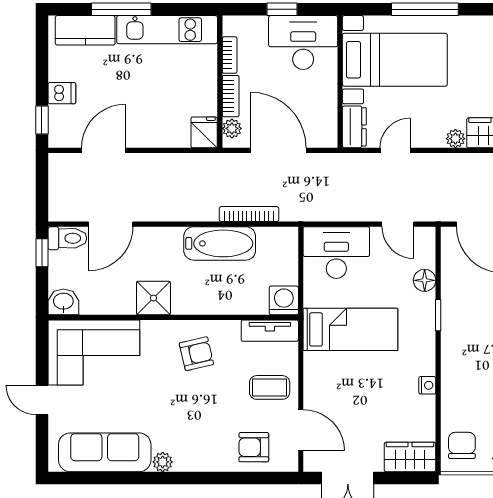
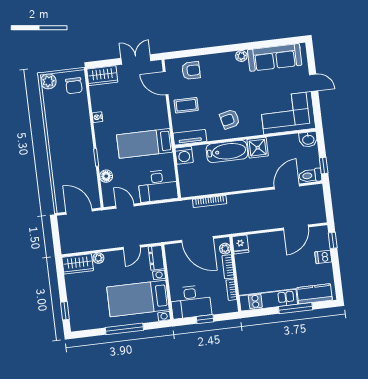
bathtub: (220, 243) -> (227, 151), moved, turned 180

